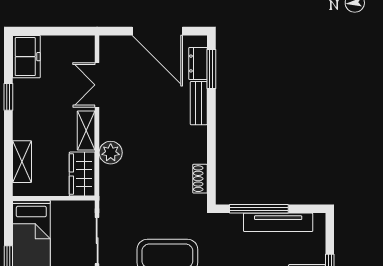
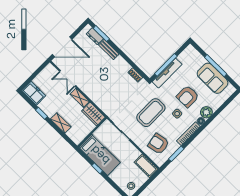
door: (157, 31) -> (62, 47), moved
plant: (111, 153) -> (96, 97), removed
shelving: (22, 162) -> (61, 123), moved
tv unit: (278, 222) -> (167, 73), moved

